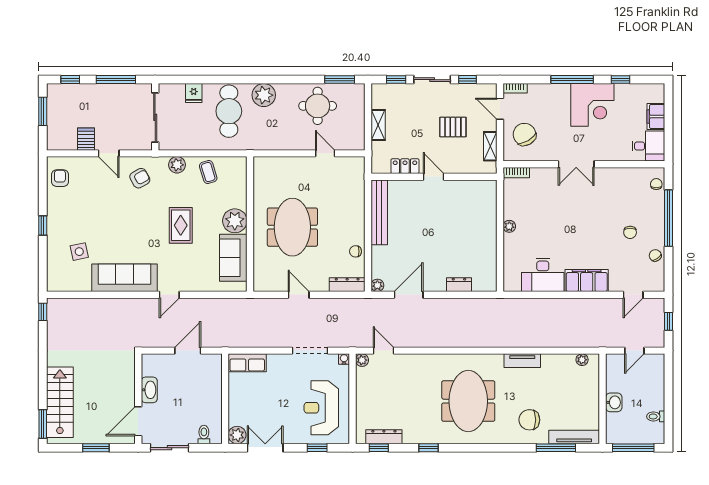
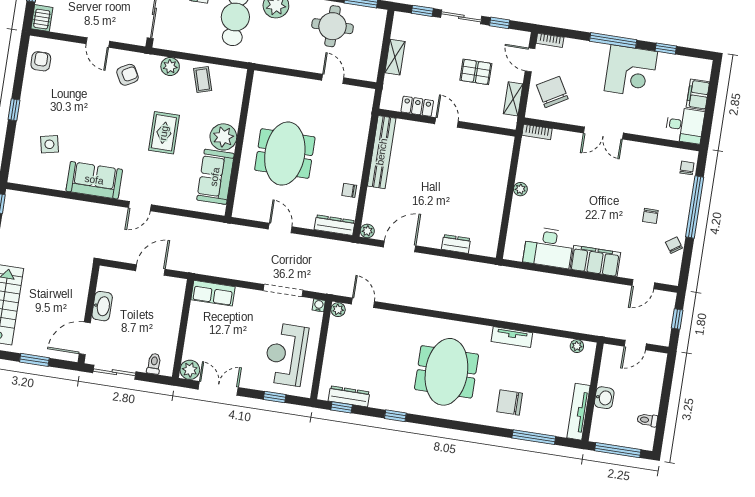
server rack: (86, 139) -> (42, 18), moved
sofa: (125, 278) -> (94, 180), width x0.73
tv unit: (574, 437) -> (578, 412), moved, turned -90

